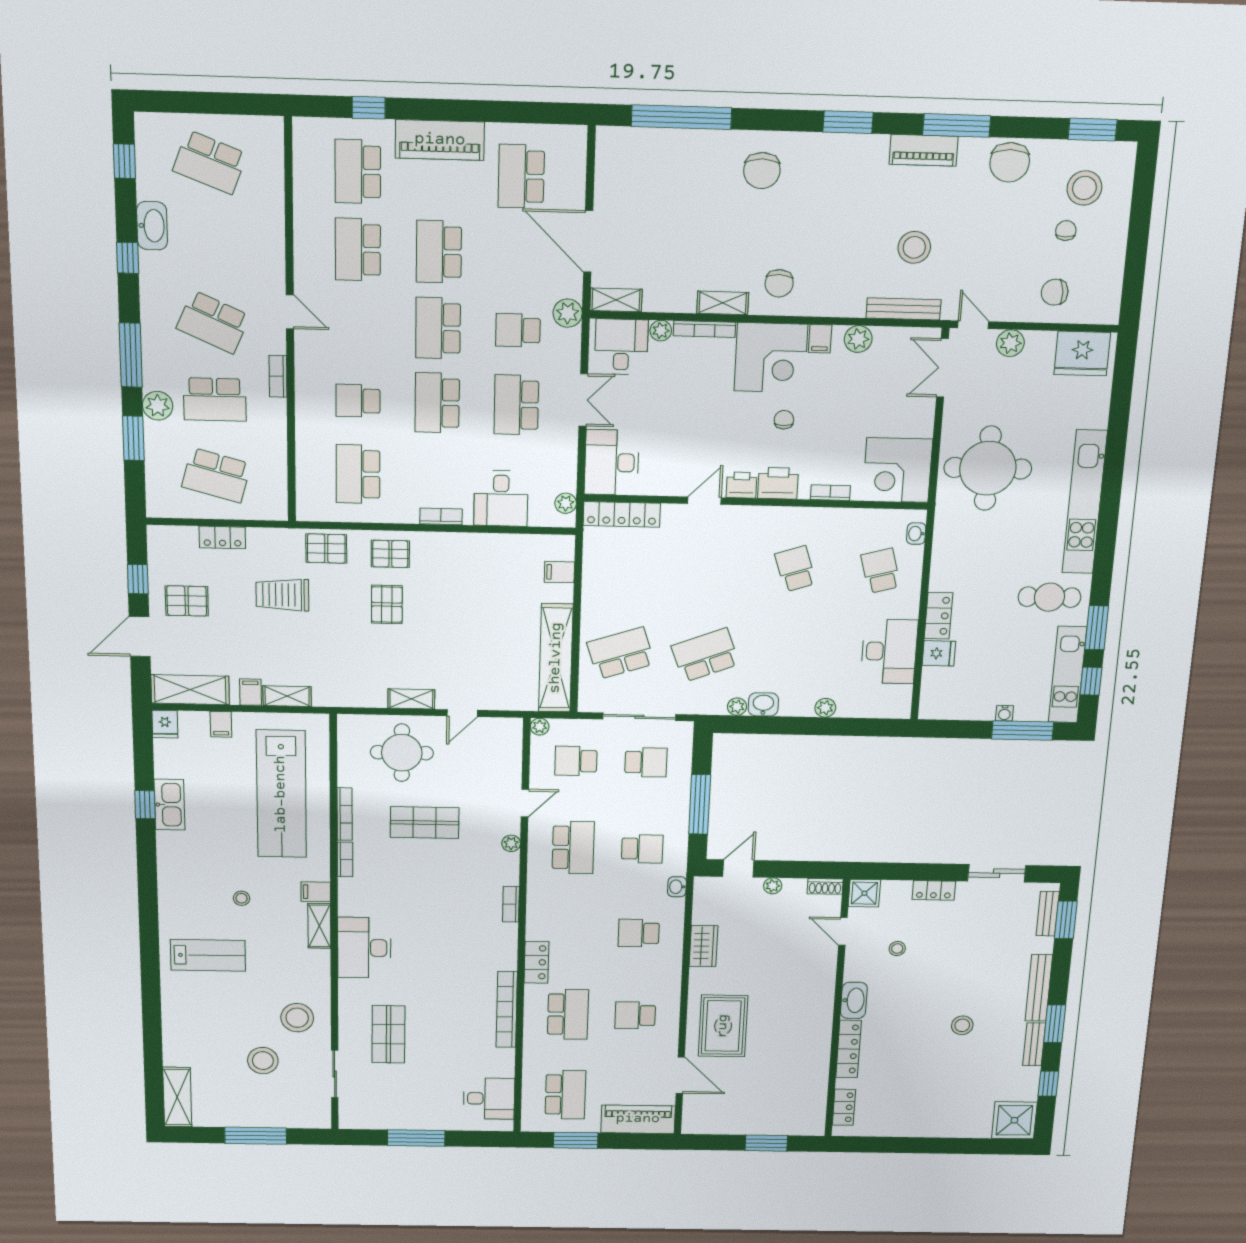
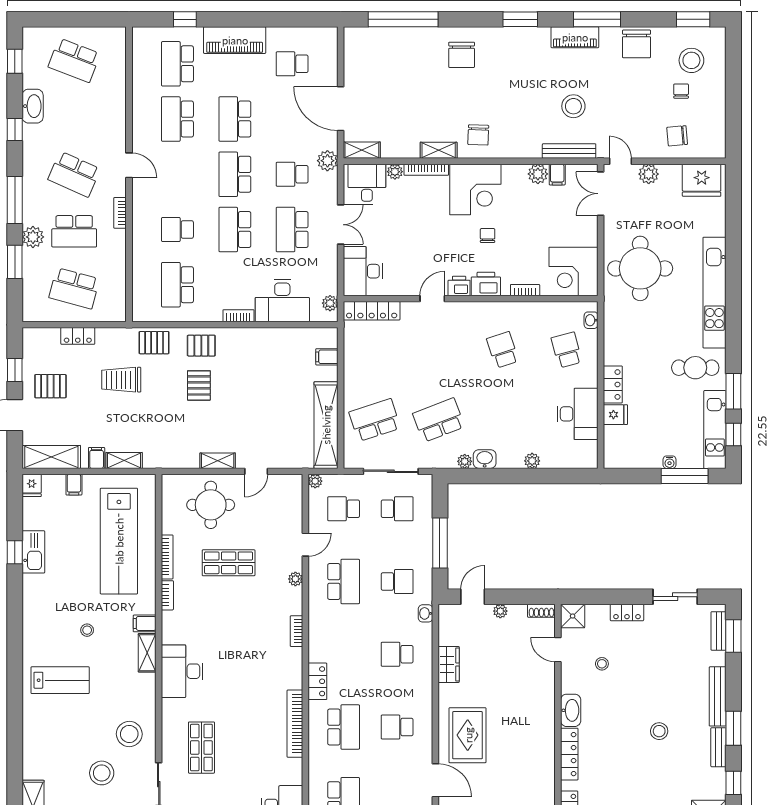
school desk: (521, 176) -> (292, 64), width x0.54
filing cabinet: (820, 339) -> (557, 175), moved
desk: (501, 498) -> (282, 301), width x1.37

